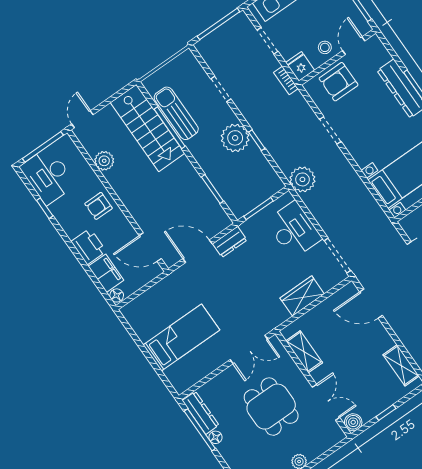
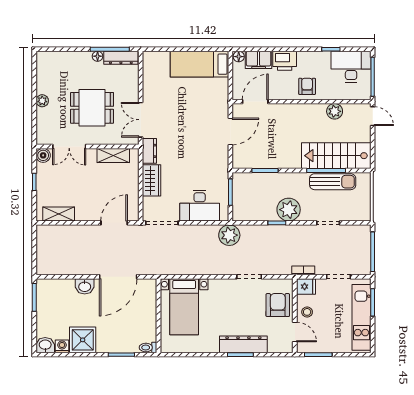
dresser: (230, 242) -> (149, 151), moved, turned 180
bed: (181, 337) -> (199, 64), moved, turned 90

